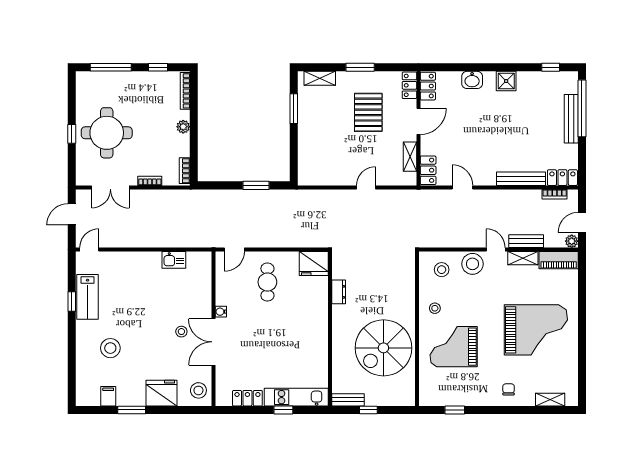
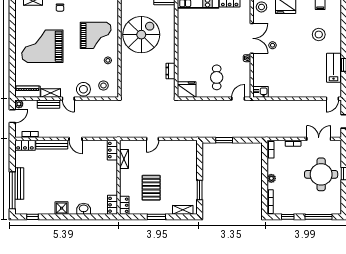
door: (418, 121) -> (119, 182), removed
door: (462, 187) -> (76, 139), moved
kitchen sink: (174, 260) -> (261, 92), moved

